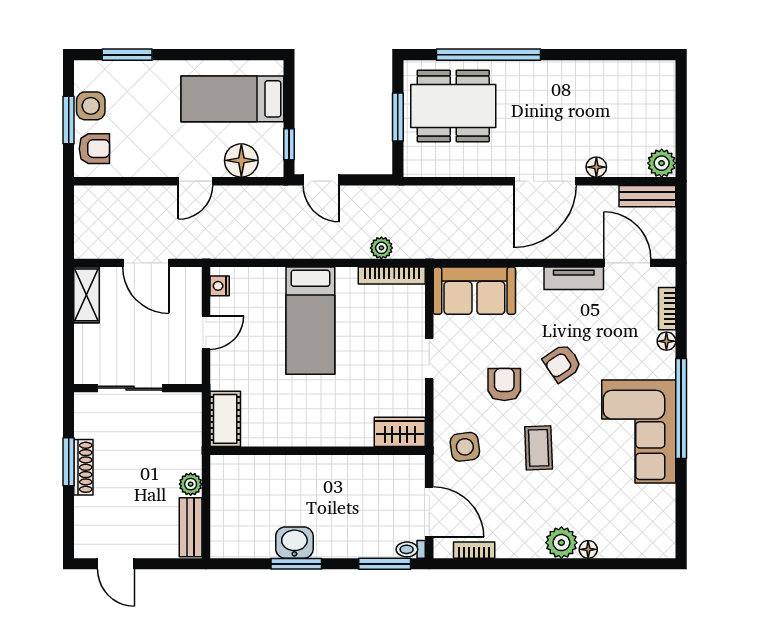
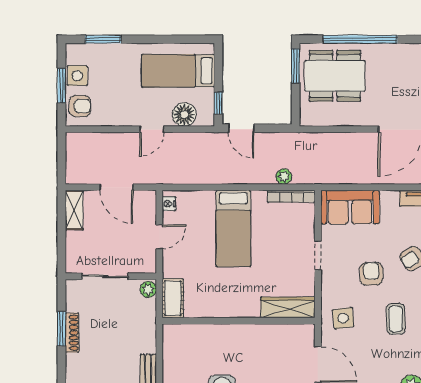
window: (398, 117) -> (296, 66), moved
wardrobe: (400, 432) -> (288, 308), width x1.50
plant: (191, 484) -> (148, 289), moved

